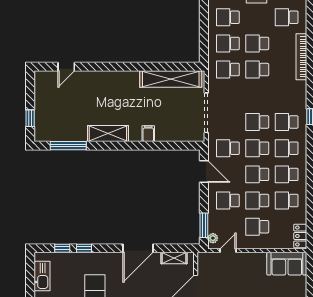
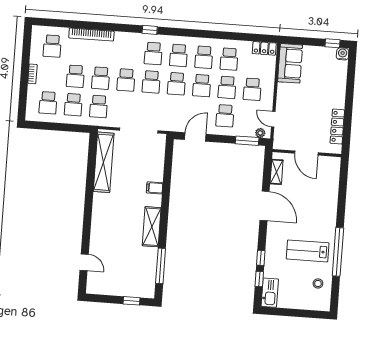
school desk: (228, 148) -> (126, 80), moved
kitchen sink: (42, 276) -> (270, 293), moved, turned 90

